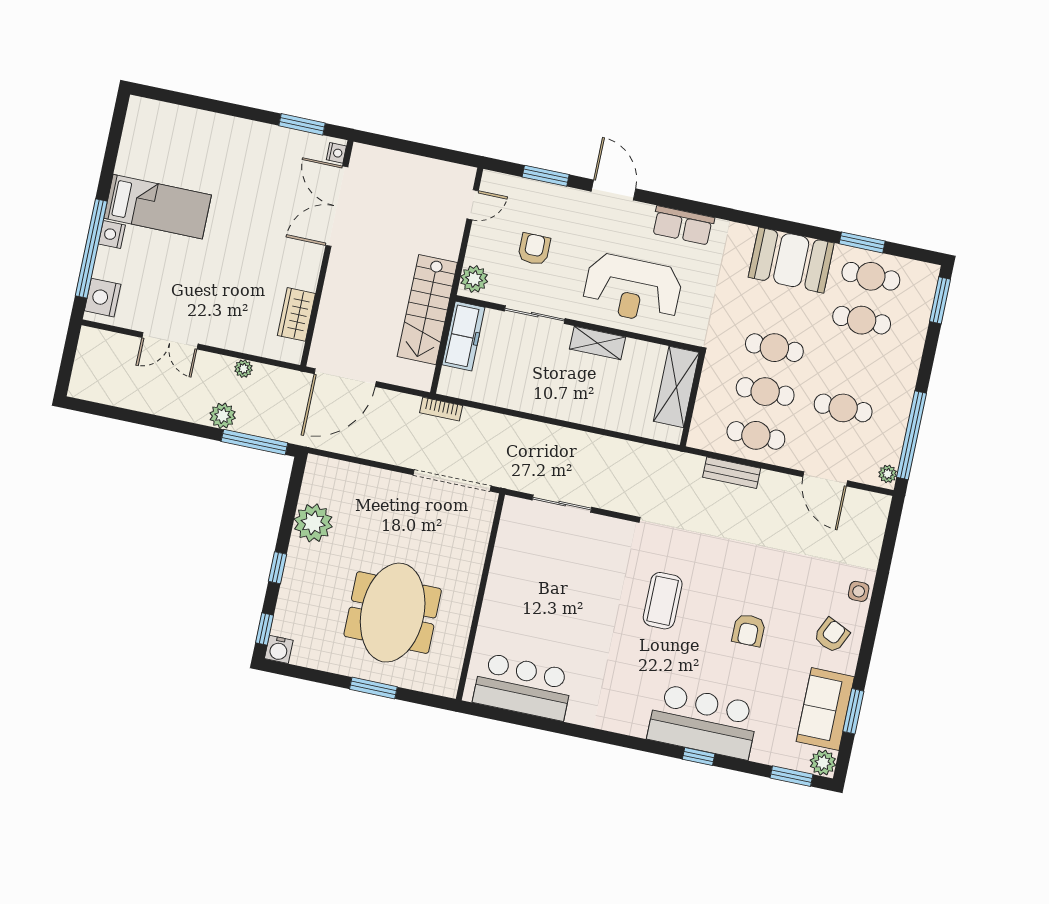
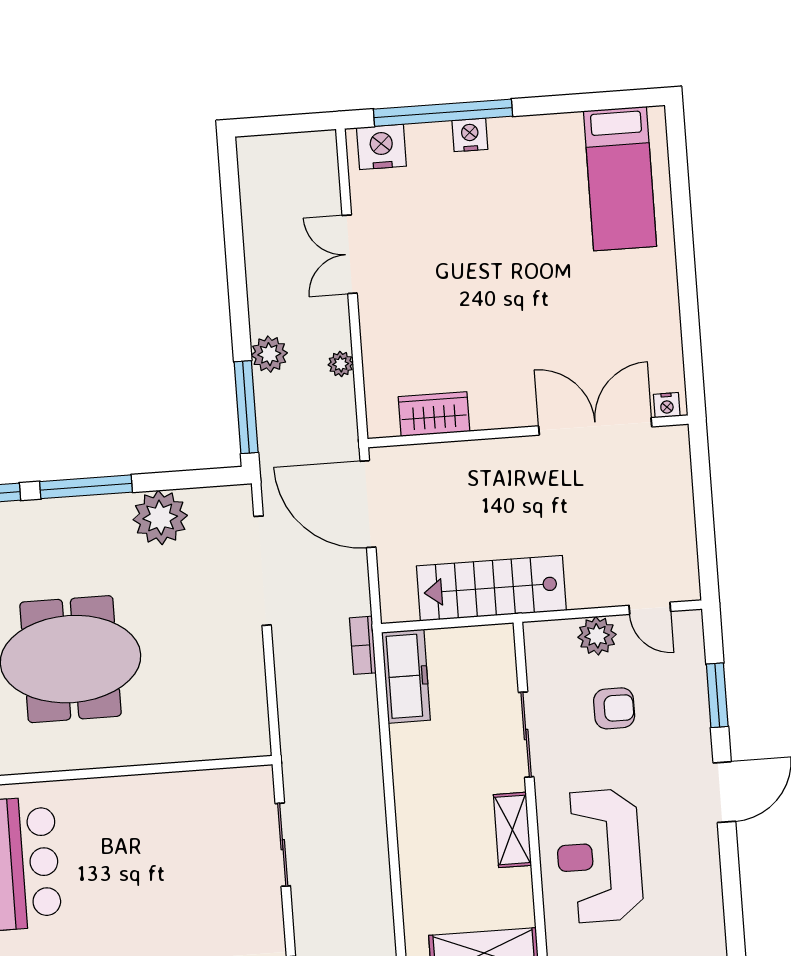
window: (302, 124) -> (692, 348), removed
bed: (158, 207) -> (620, 179), moved
row of seats: (683, 225) -> (704, 899), removed
plant: (474, 279) -> (597, 636), moved
freezer: (463, 336) -> (406, 676), moved, turned -90
doorway: (452, 480) -> (263, 571), moved
window: (277, 568) -> (86, 487), width x2.17

